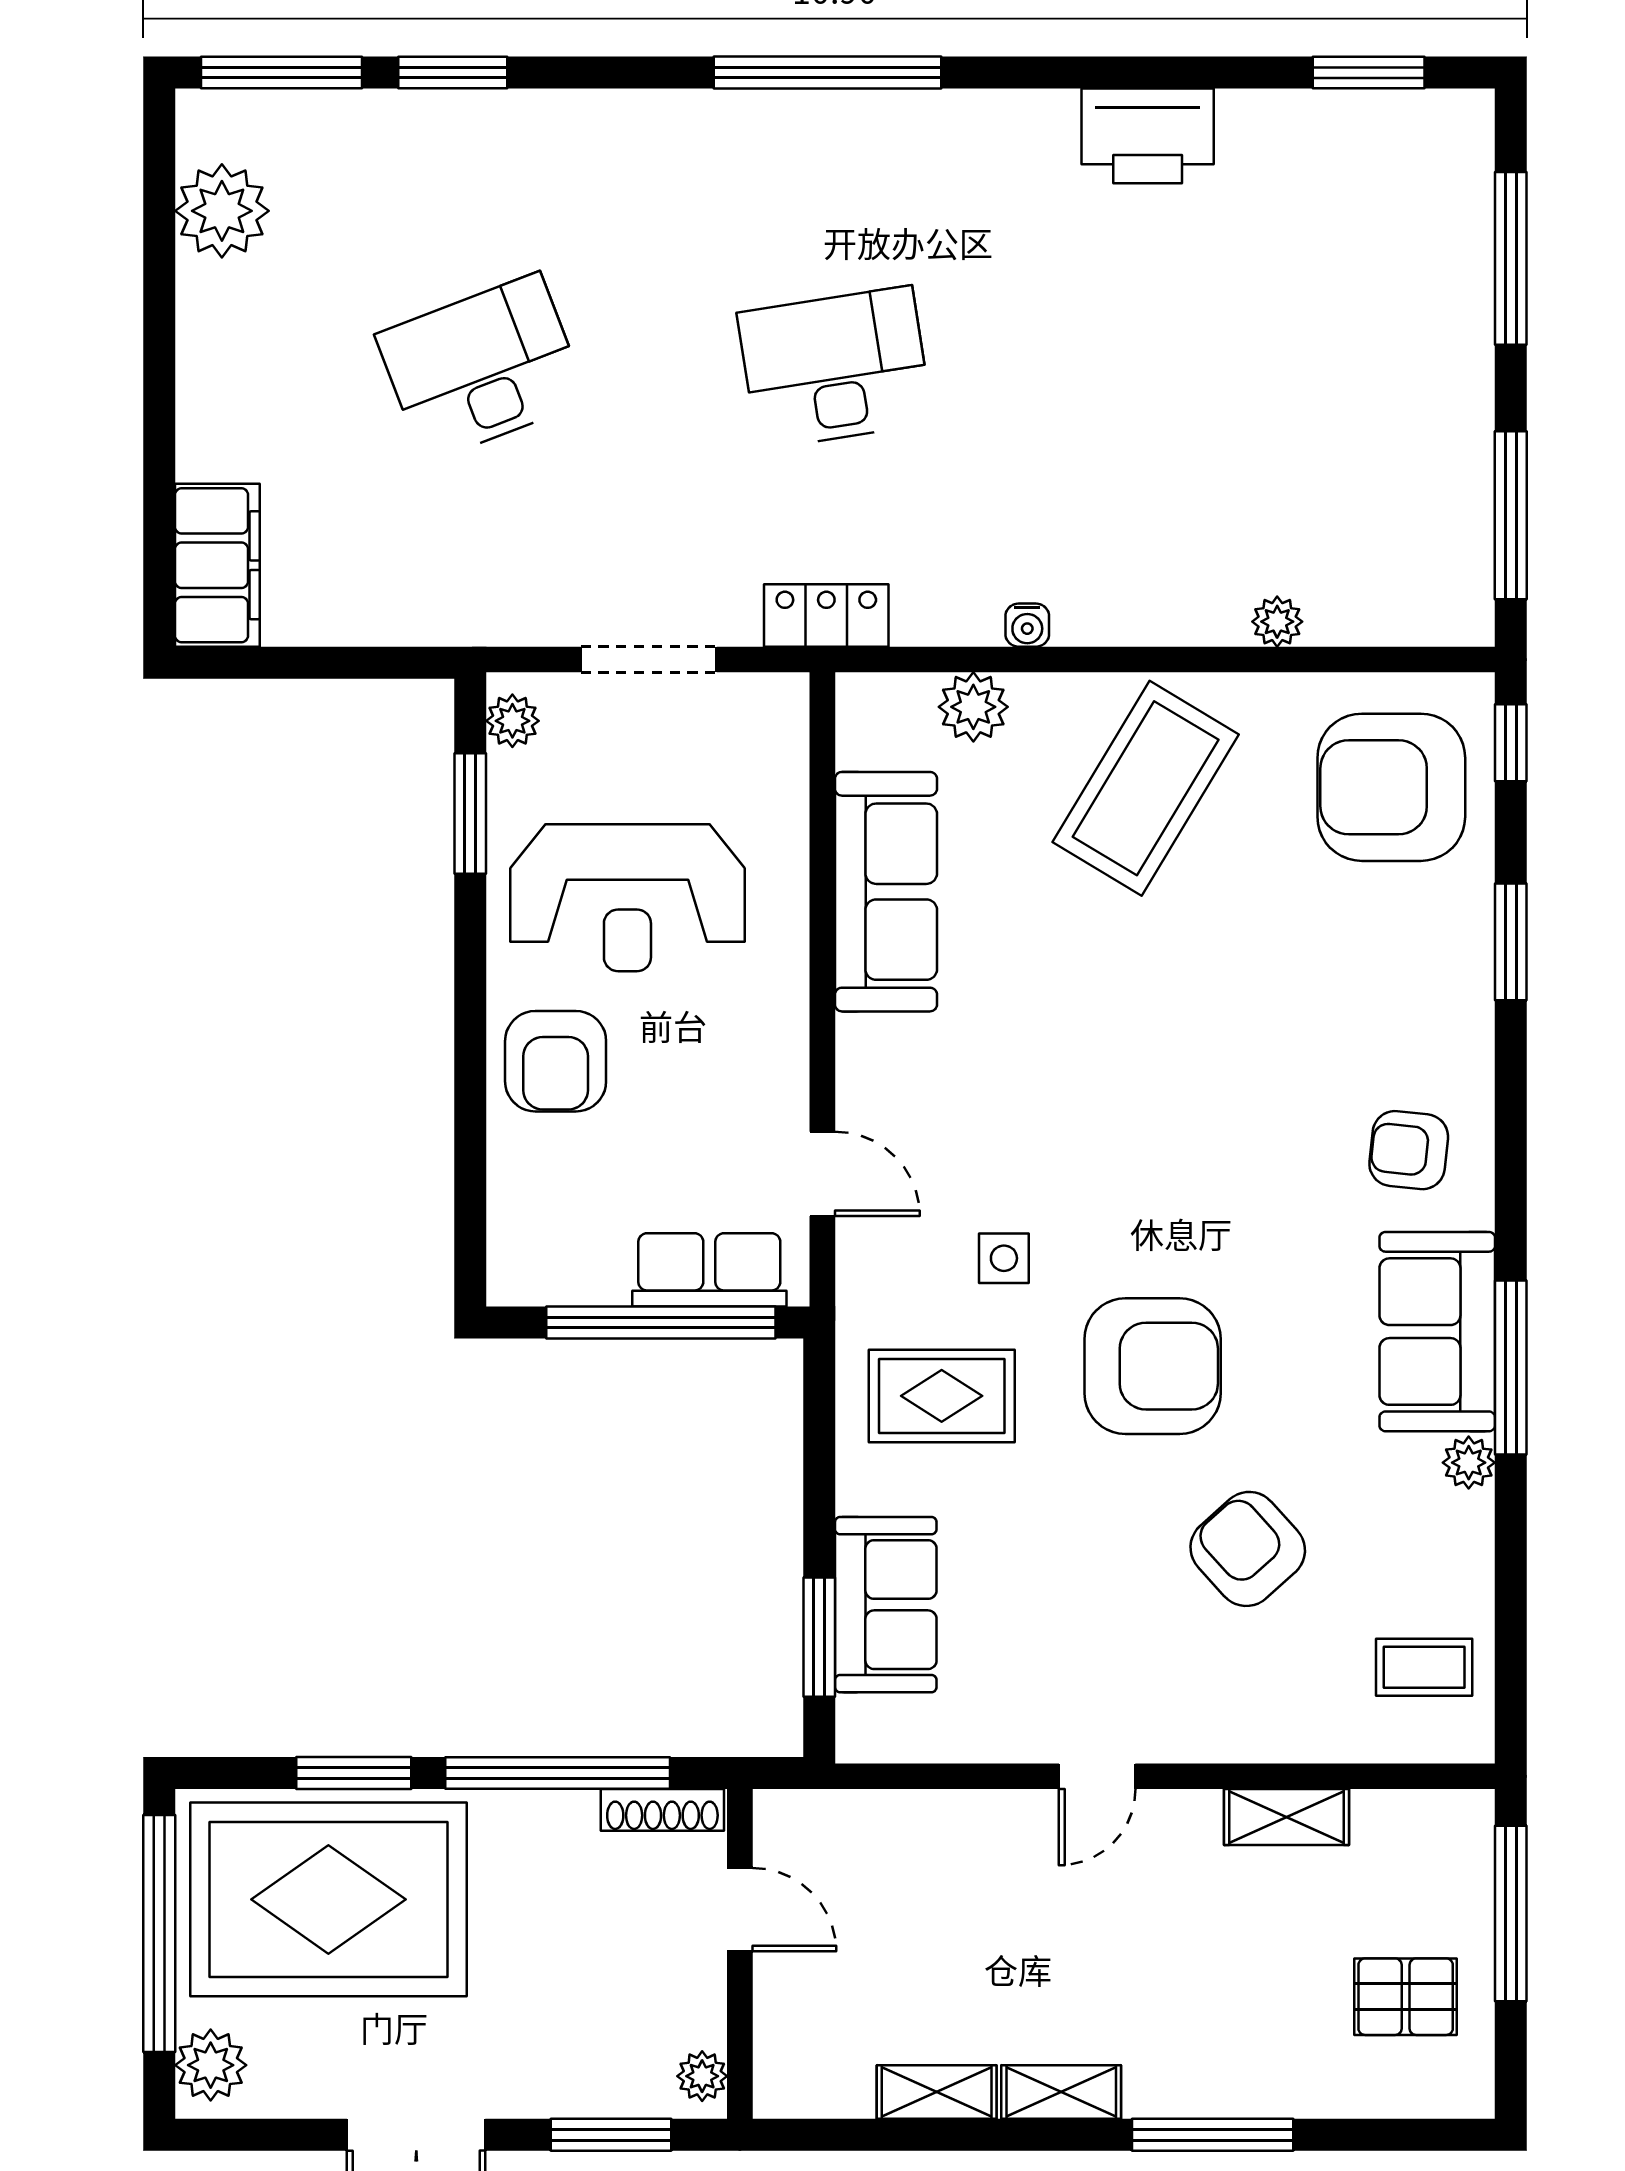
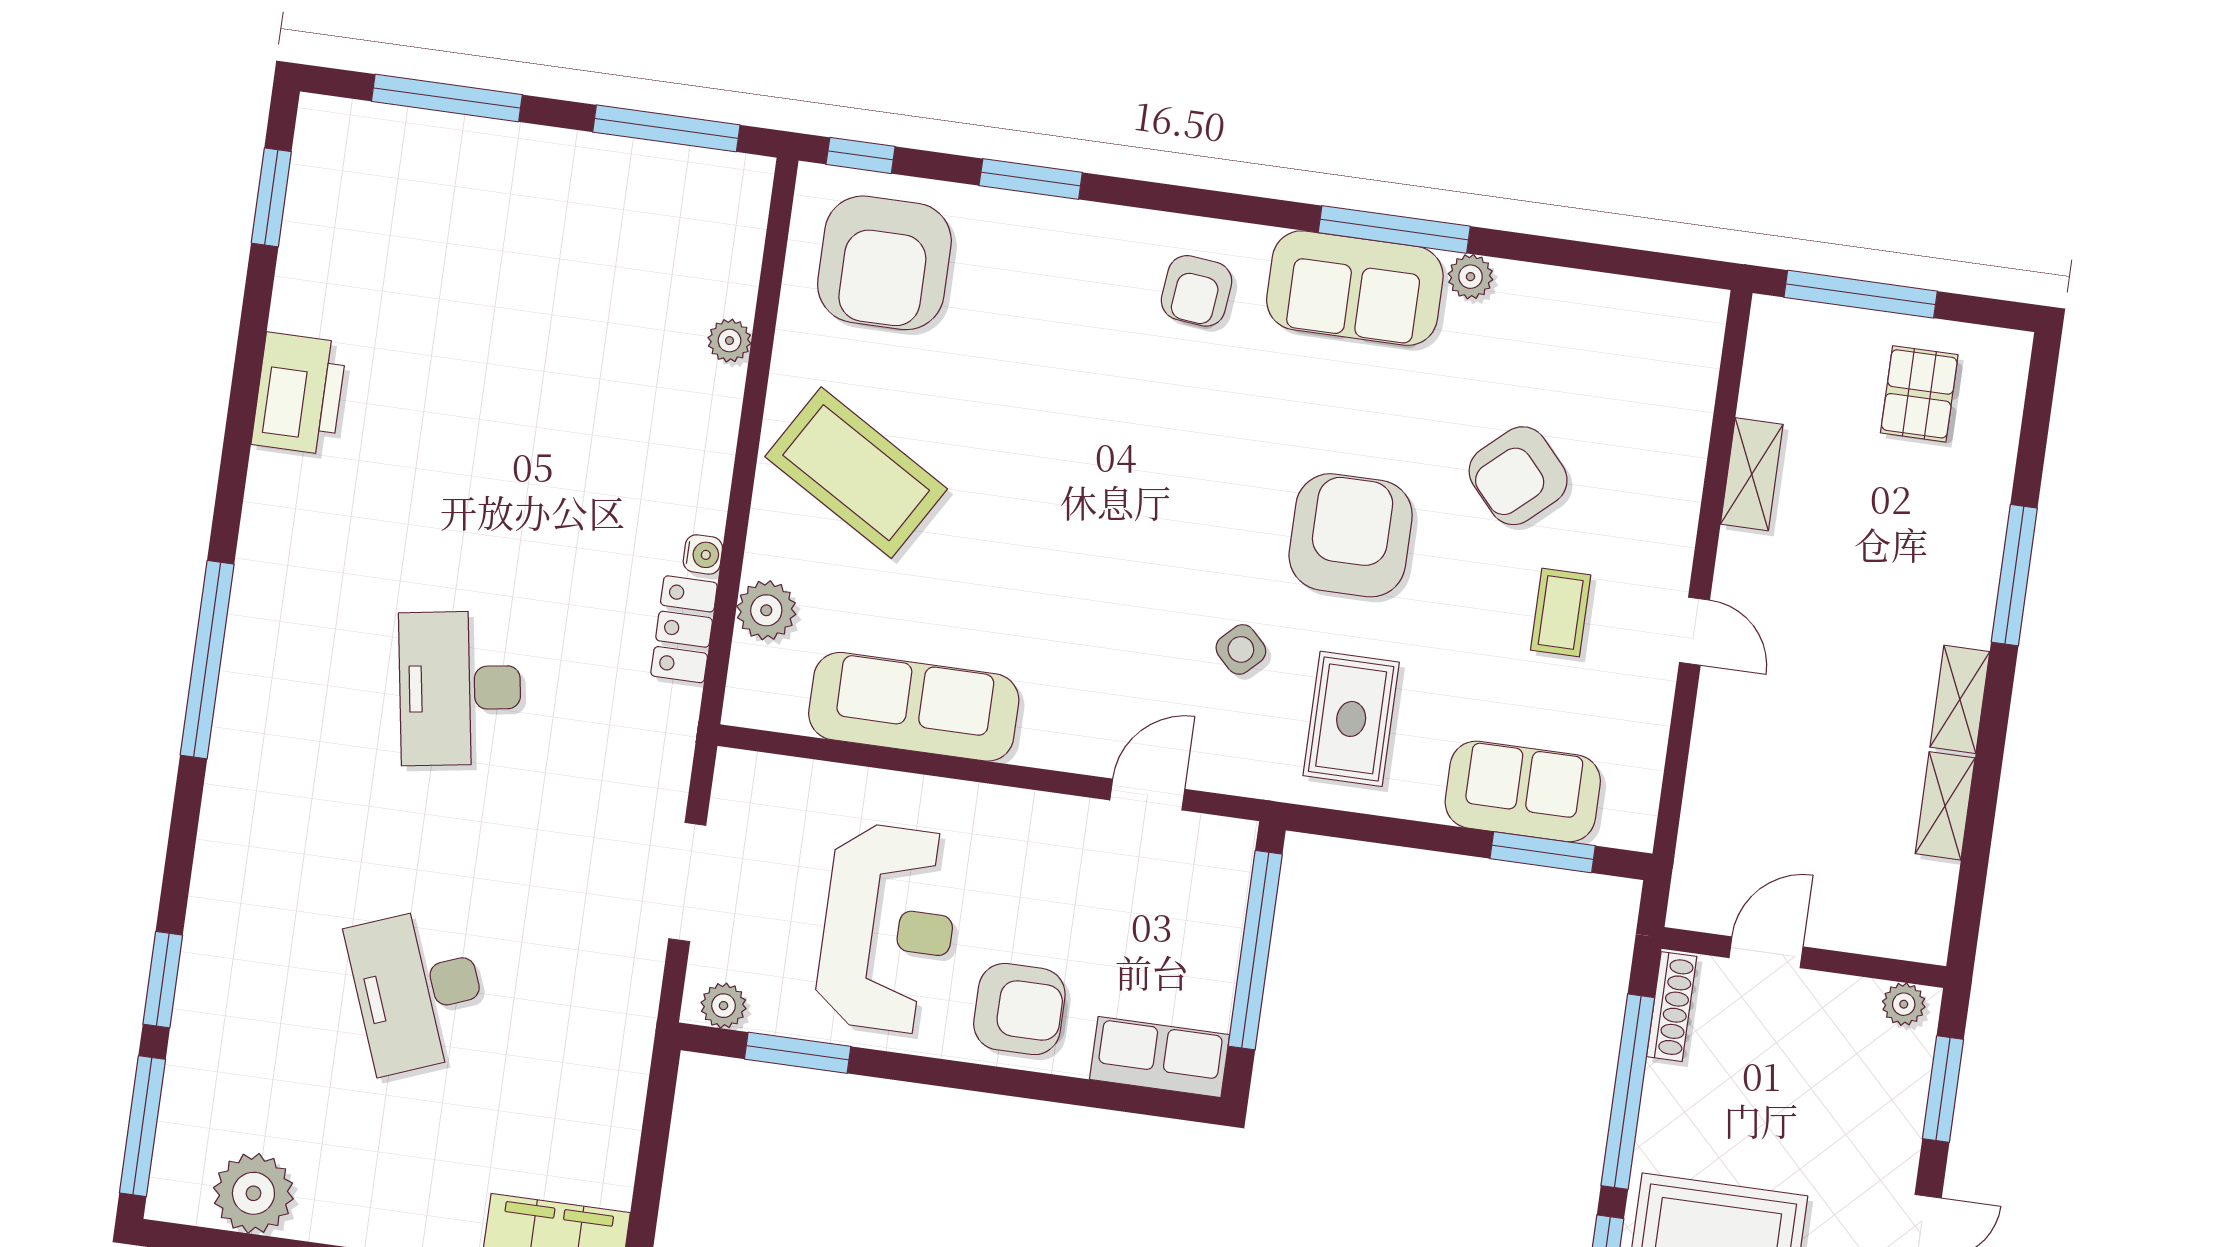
locker: (826, 615) -> (684, 629), moved
side table: (1004, 1258) -> (1241, 649), turned 45
row of seats: (709, 1270) -> (1160, 1057), moved, turned 90
coffee table: (1424, 1667) -> (1561, 613), moved

